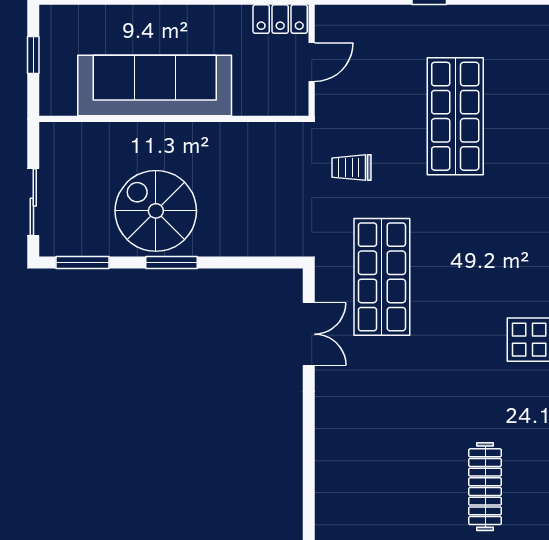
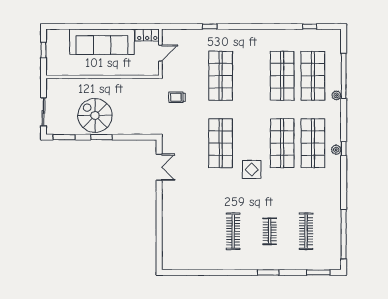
sofa: (155, 86) -> (102, 42), moved, turned 180
shop shelf: (382, 277) -> (221, 143), moved

